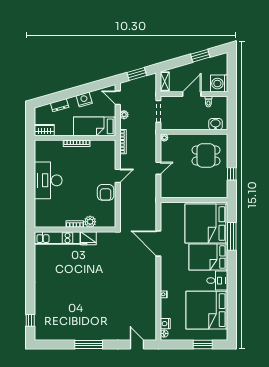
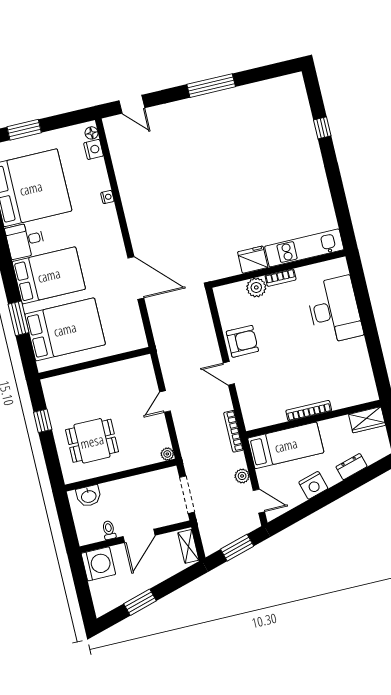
door: (118, 176) -> (229, 373), hinge flipped
desk: (48, 180) -> (334, 310), moved
armchair: (106, 192) -> (242, 341), turned 90
bed: (206, 224) -> (65, 329), width x0.73
window: (232, 236) -> (19, 318), width x0.69
window: (30, 320) -> (322, 128), moved

